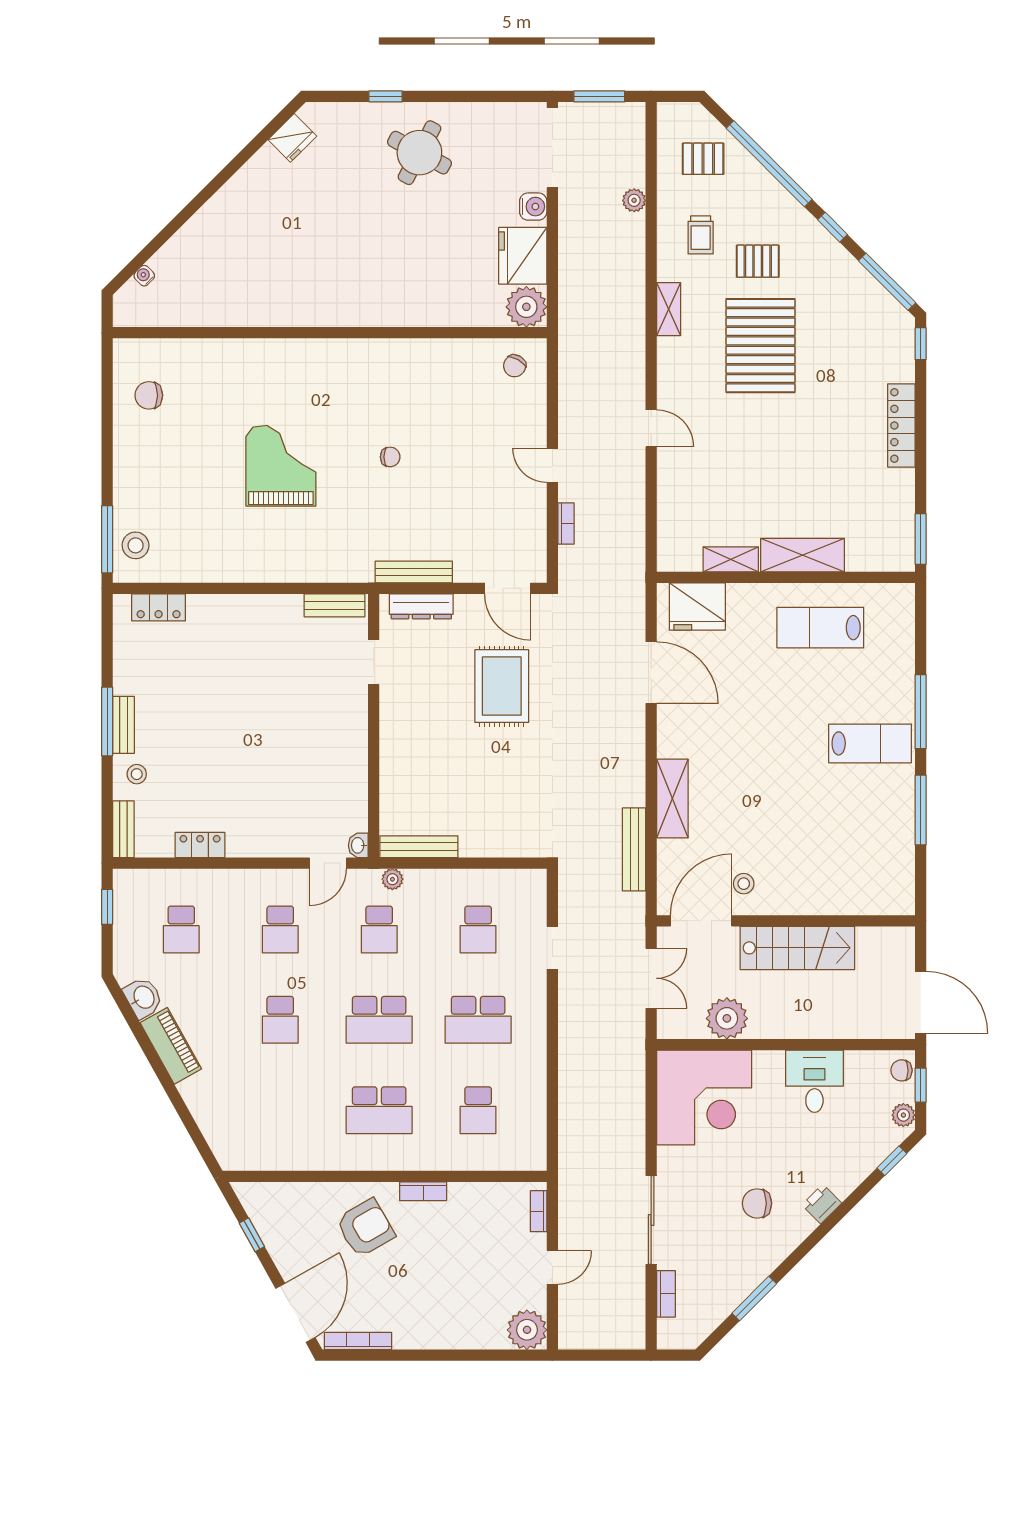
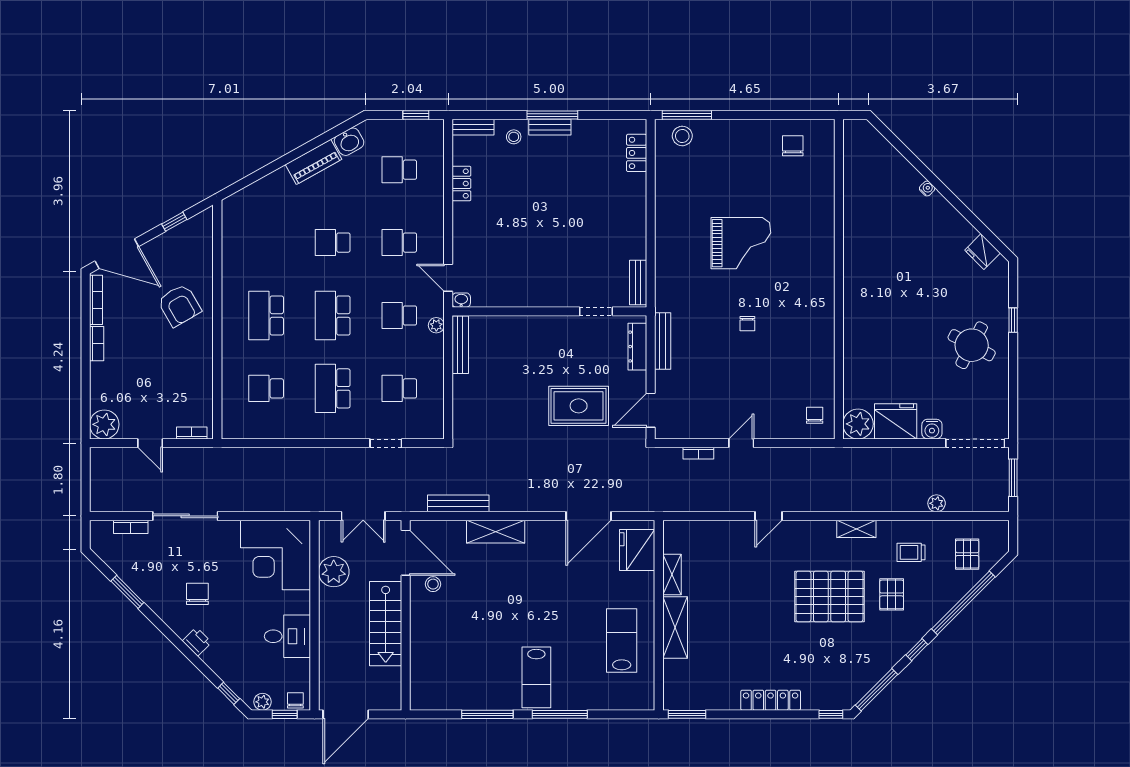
water cooler: (144, 276) -> (927, 188), moved
chair: (515, 366) -> (815, 415), turned 60
bookcase: (423, 1191) -> (97, 344), moved, turned 180

